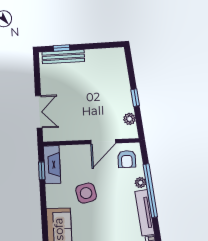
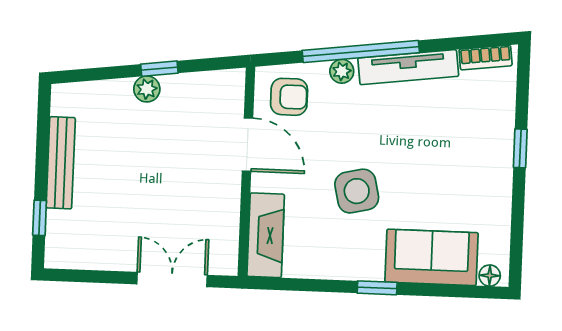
bench: (63, 57) -> (61, 163), moved
plant: (130, 119) -> (147, 89), moved
fireplace: (52, 165) -> (266, 235), moved, turned 90
window: (42, 171) -> (377, 288), moved

